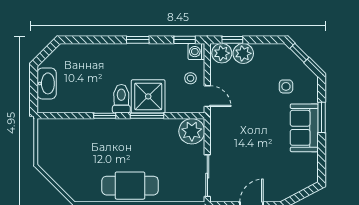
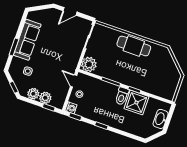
plant: (222, 53) -> (33, 94), moved
shower: (148, 96) -> (136, 103), moved
sofa: (304, 128) -> (27, 40), width x1.36

